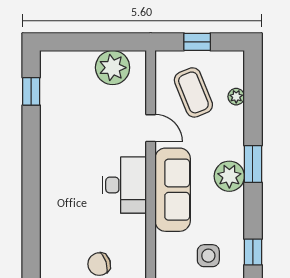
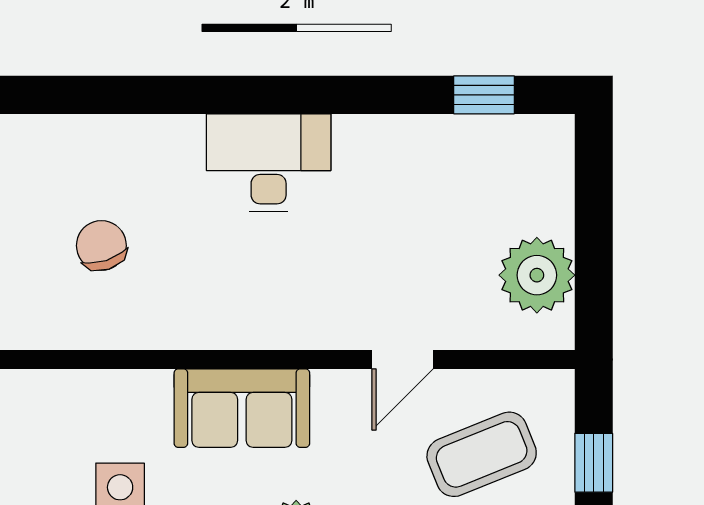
desk: (124, 185) -> (269, 163), moved, turned 180
sofa: (173, 190) -> (242, 408), width x0.73

